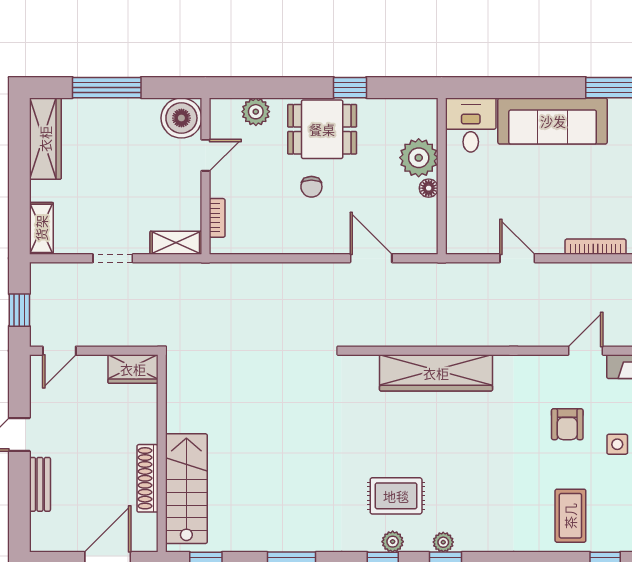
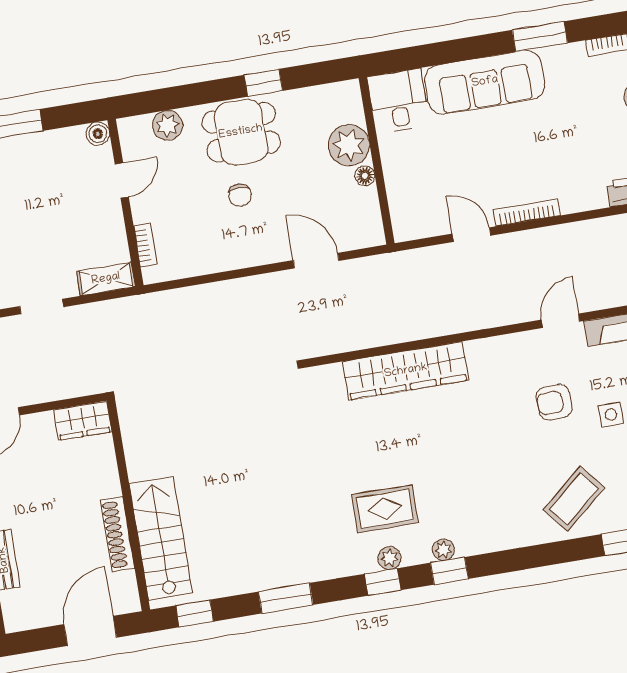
boiler: (181, 118) -> (98, 134), width x0.54, depth x0.54
bookcase: (596, 247) -> (527, 213), moved
armchair: (567, 424) -> (554, 402), turned 88
coffee table: (570, 516) -> (574, 499), turned 50

